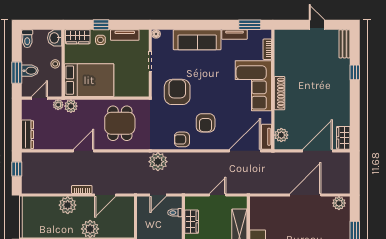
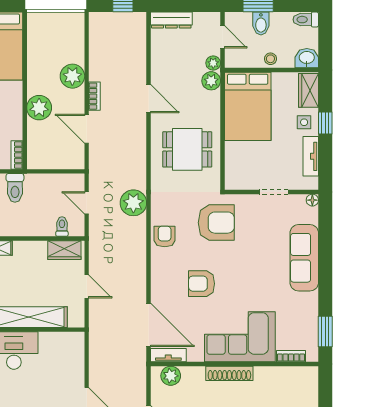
tv unit: (235, 35) -> (312, 310), removed
armchair: (177, 92) -> (216, 223), moved
armchair: (206, 123) -> (202, 284), moved
wardrobe: (192, 222) -> (64, 250), moved

